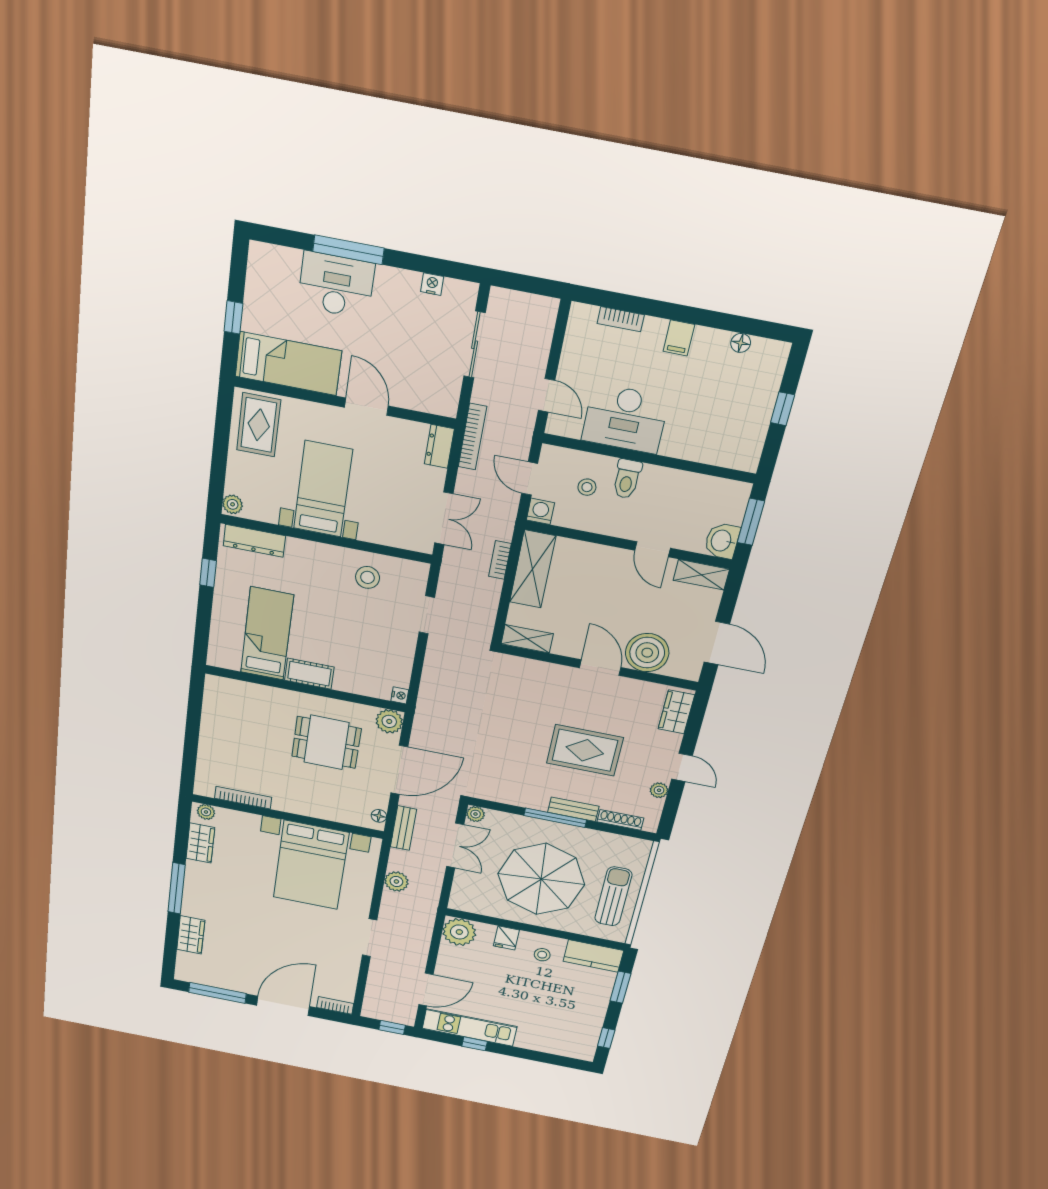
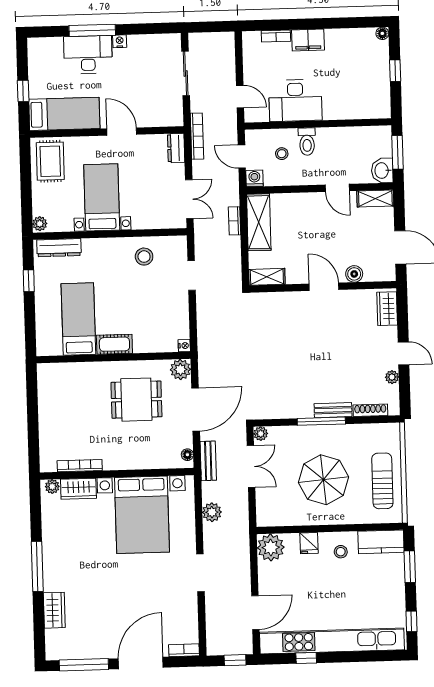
nightstand: (432, 284) -> (120, 41), moved
filing cabinet: (679, 338) -> (308, 40), width x2.00
floor lamp: (741, 343) -> (382, 33), moved
boiler: (647, 653) -> (354, 274), width x0.54, depth x0.54
rug: (585, 750) -> (329, 357), removed
wardrobe: (200, 843) -> (78, 489), moved, turned 90
parasol: (541, 879) -> (324, 480), width x0.73, depth x0.73
kitchen unit: (470, 1027) -> (332, 641), width x1.86

